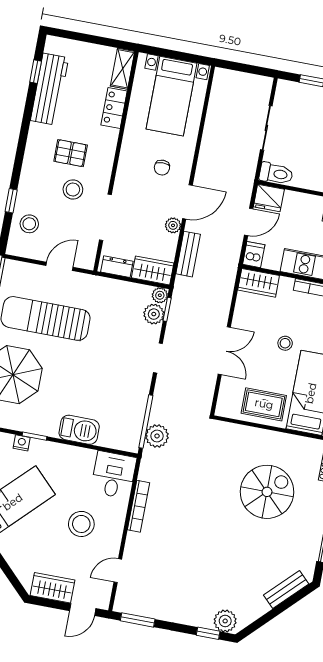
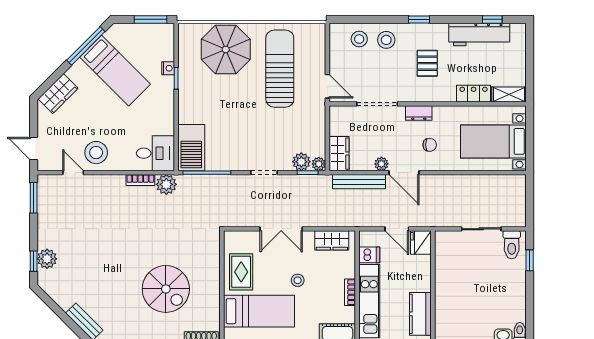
chair: (162, 168) -> (430, 145), turned 180
toilet: (276, 174) -> (512, 245), moved
stool: (73, 189) -> (386, 40), moved
window: (11, 201) -> (419, 19), moved
bench: (188, 254) -> (359, 182), width x1.36
dishwasher: (254, 255) -> (369, 255), moved
door: (59, 266) -> (327, 86), moved
dresser: (117, 267) -> (419, 113), moved, turned 90
wardrobe: (259, 283) -> (332, 240), moved, turned -90
barbecue: (79, 430) -> (191, 148), moved, width x1.37, depth x1.21
plant: (157, 436) -> (166, 184), moved
bookcase: (139, 506) -> (140, 180), width x0.64
stool: (81, 524) -> (96, 153), moved
wardrobe: (52, 588) -> (58, 94), moved, turned 45
plant: (225, 621) -> (47, 259), moved

